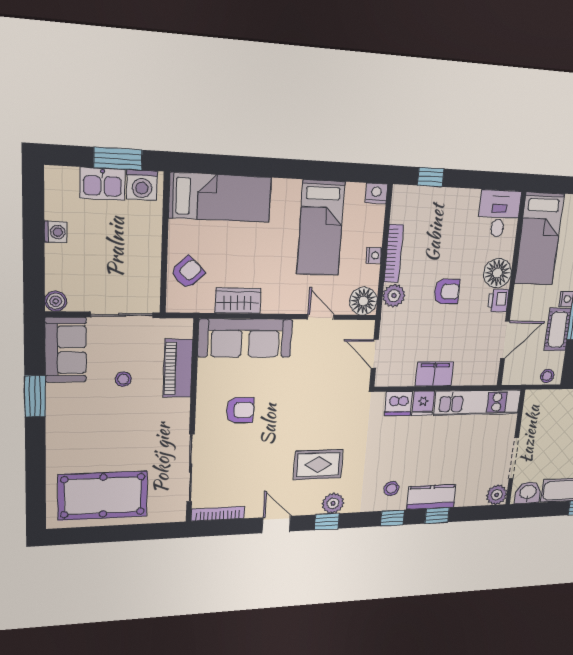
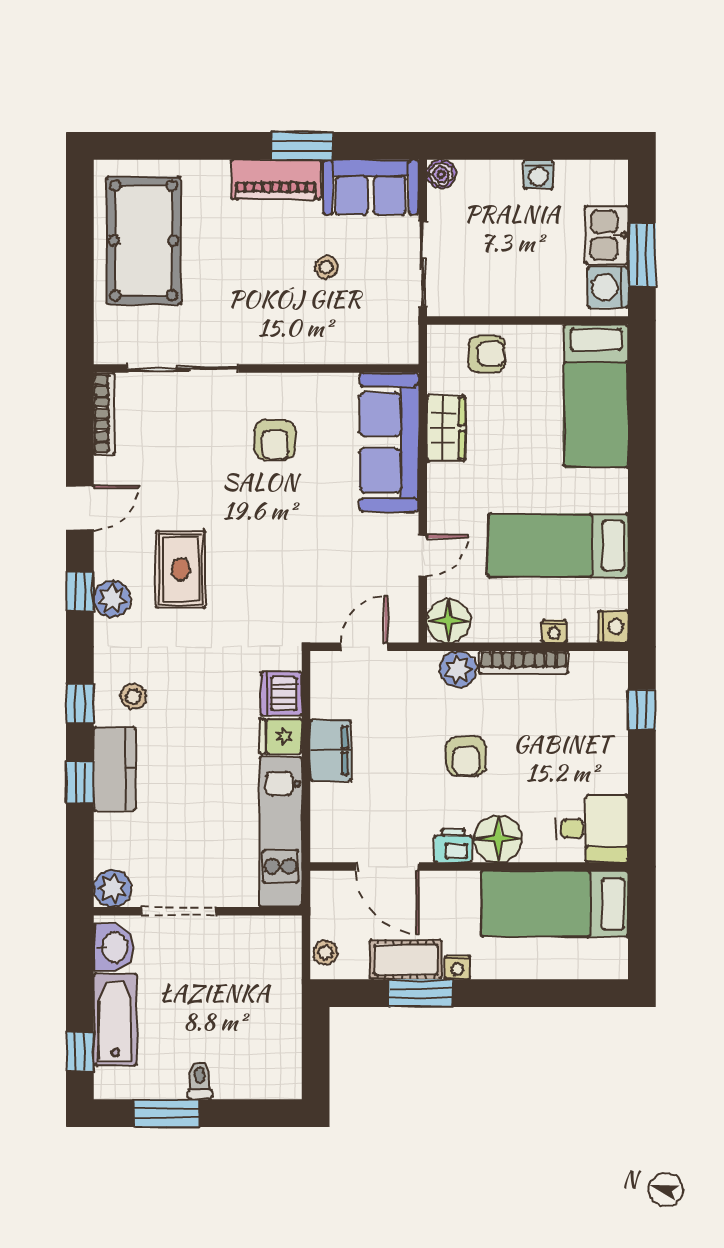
nightstand: (374, 255) -> (554, 631), moved
armchair: (188, 272) -> (487, 354), turned -46
piano: (178, 368) -> (276, 180), moved, turned 180

